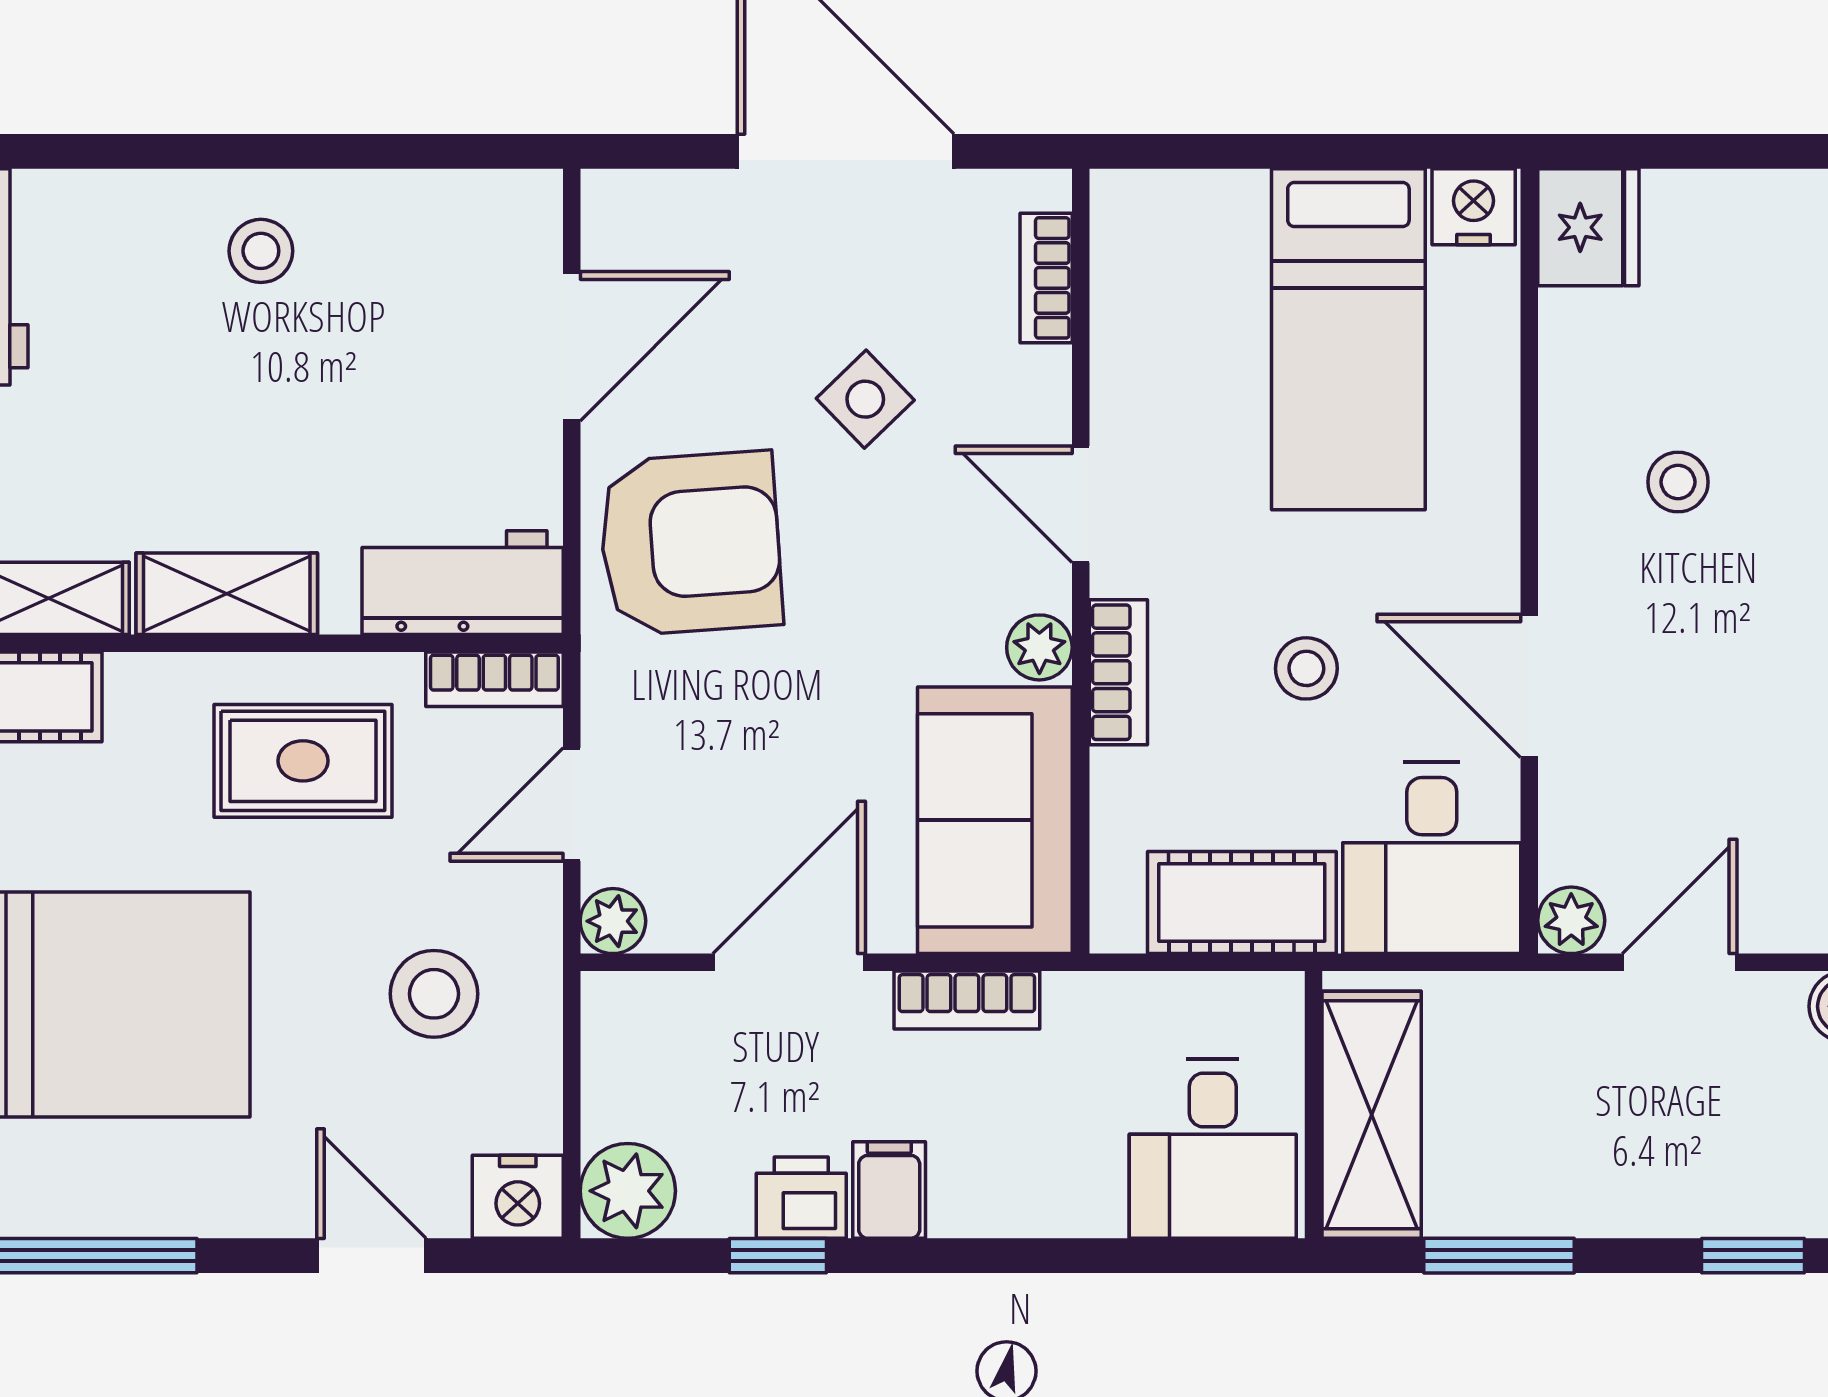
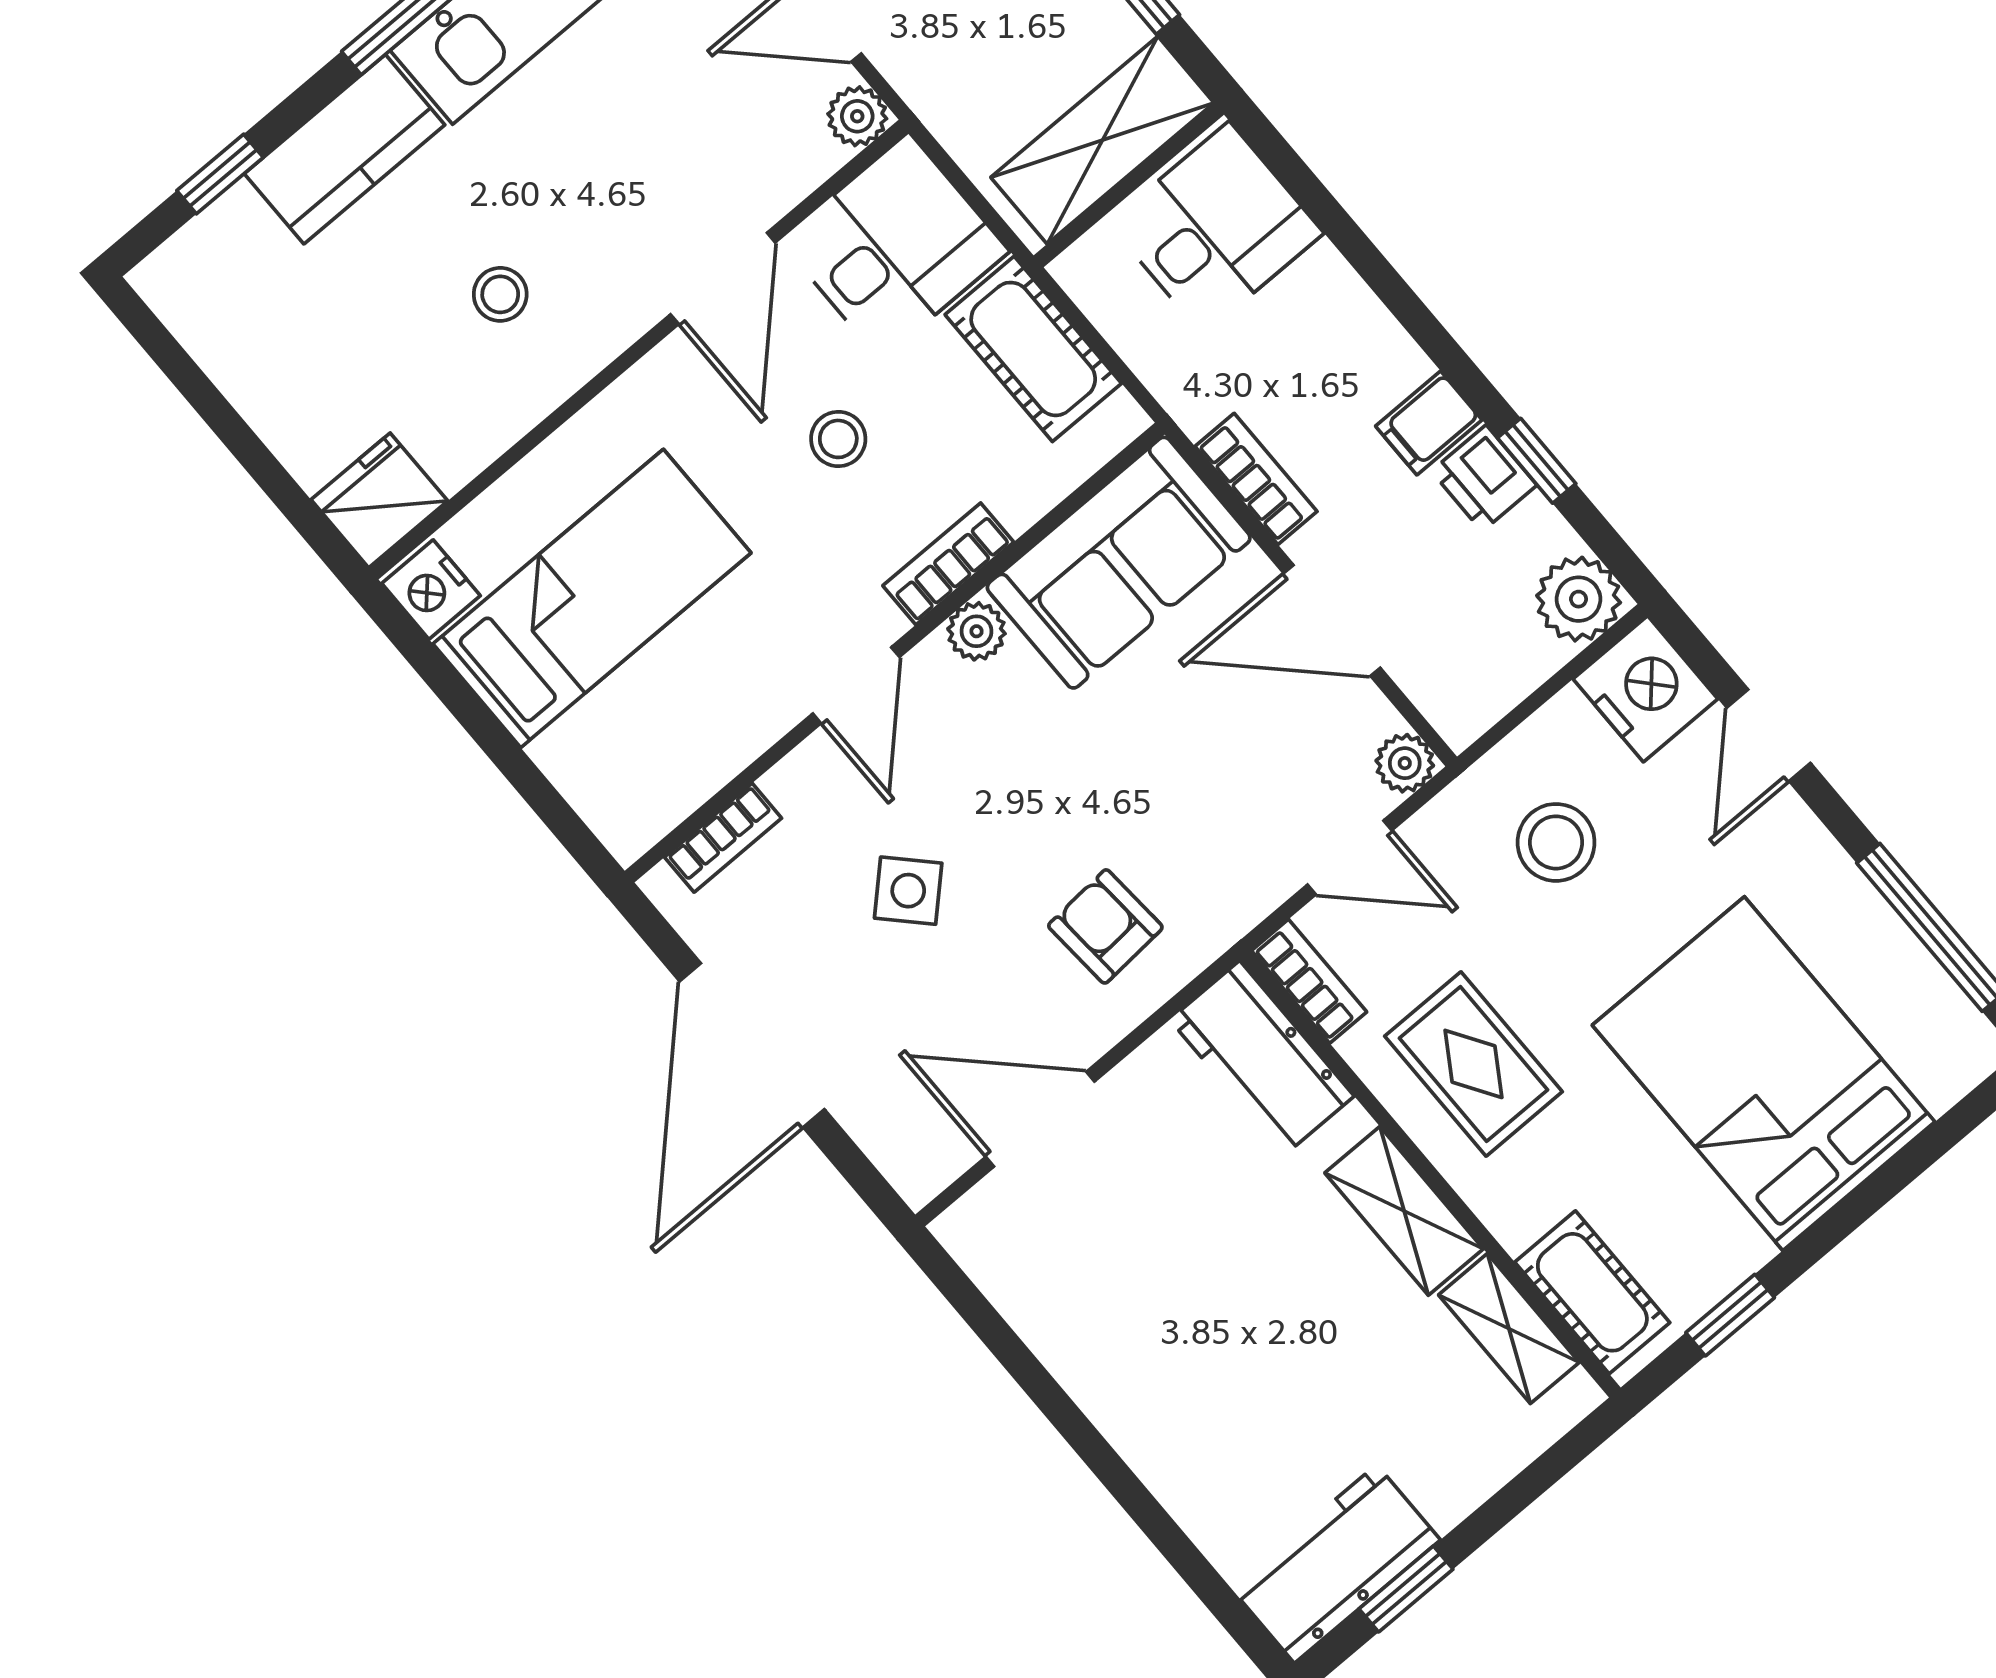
stool: (261, 251) -> (1153, 1383), removed
armchair: (690, 543) -> (1105, 926), width x0.53, depth x0.53
nightstand: (518, 1197) -> (1645, 689), width x1.36, depth x1.33

